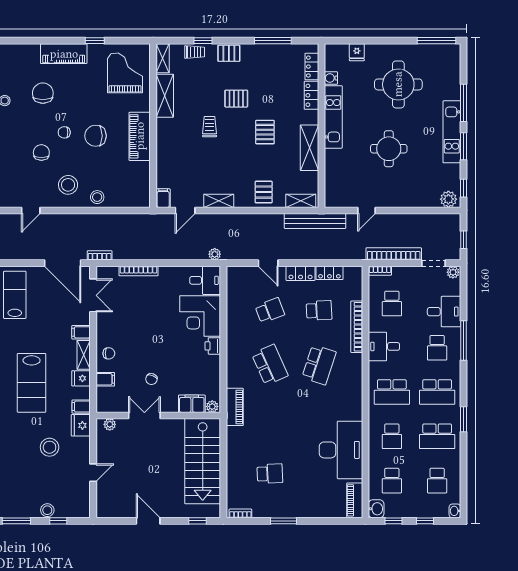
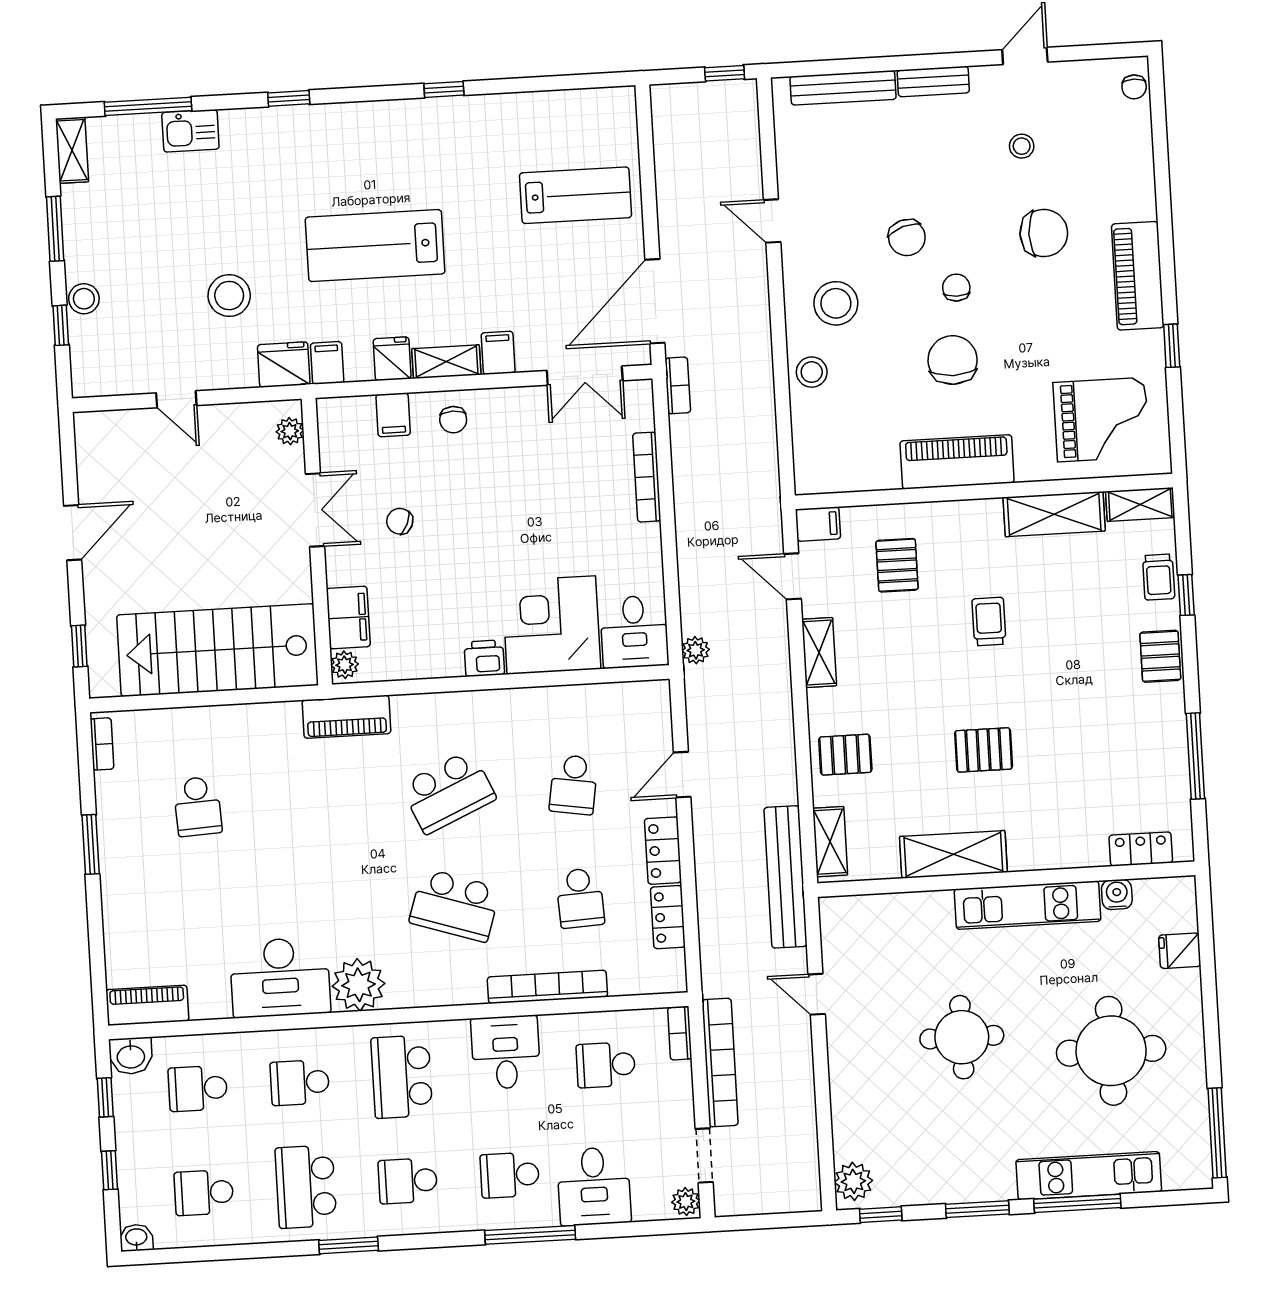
locker: (311, 95) -> (1075, 852), removed
pallet: (236, 99) -> (897, 565), moved
trolley: (210, 127) -> (989, 621), turned -90
kitchen unit: (452, 132) -> (1089, 1176), moved
chair: (41, 152) -> (907, 238), turned 72
window: (464, 240) -> (762, 1222), removed
school desk: (270, 310) -> (574, 785), turned 30
school desk: (437, 392) -> (408, 1181), width x0.54
plant: (351, 408) -> (359, 985), added
desk: (341, 450) -> (280, 977), width x0.73, depth x0.77

